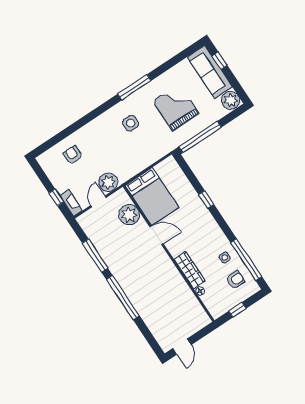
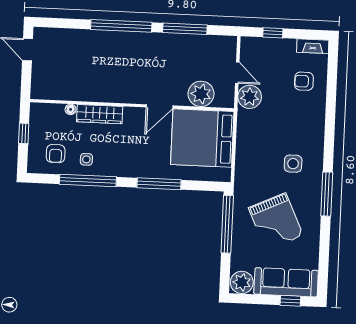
grand piano: (176, 107) -> (276, 222), turned 65
armchair: (73, 155) -> (304, 81), turned 180
bed: (152, 197) -> (202, 138), width x1.36
window: (206, 200) -> (159, 184), width x2.17
fireplace: (71, 203) -> (313, 46), moved
window: (246, 260) -> (88, 180), moved

